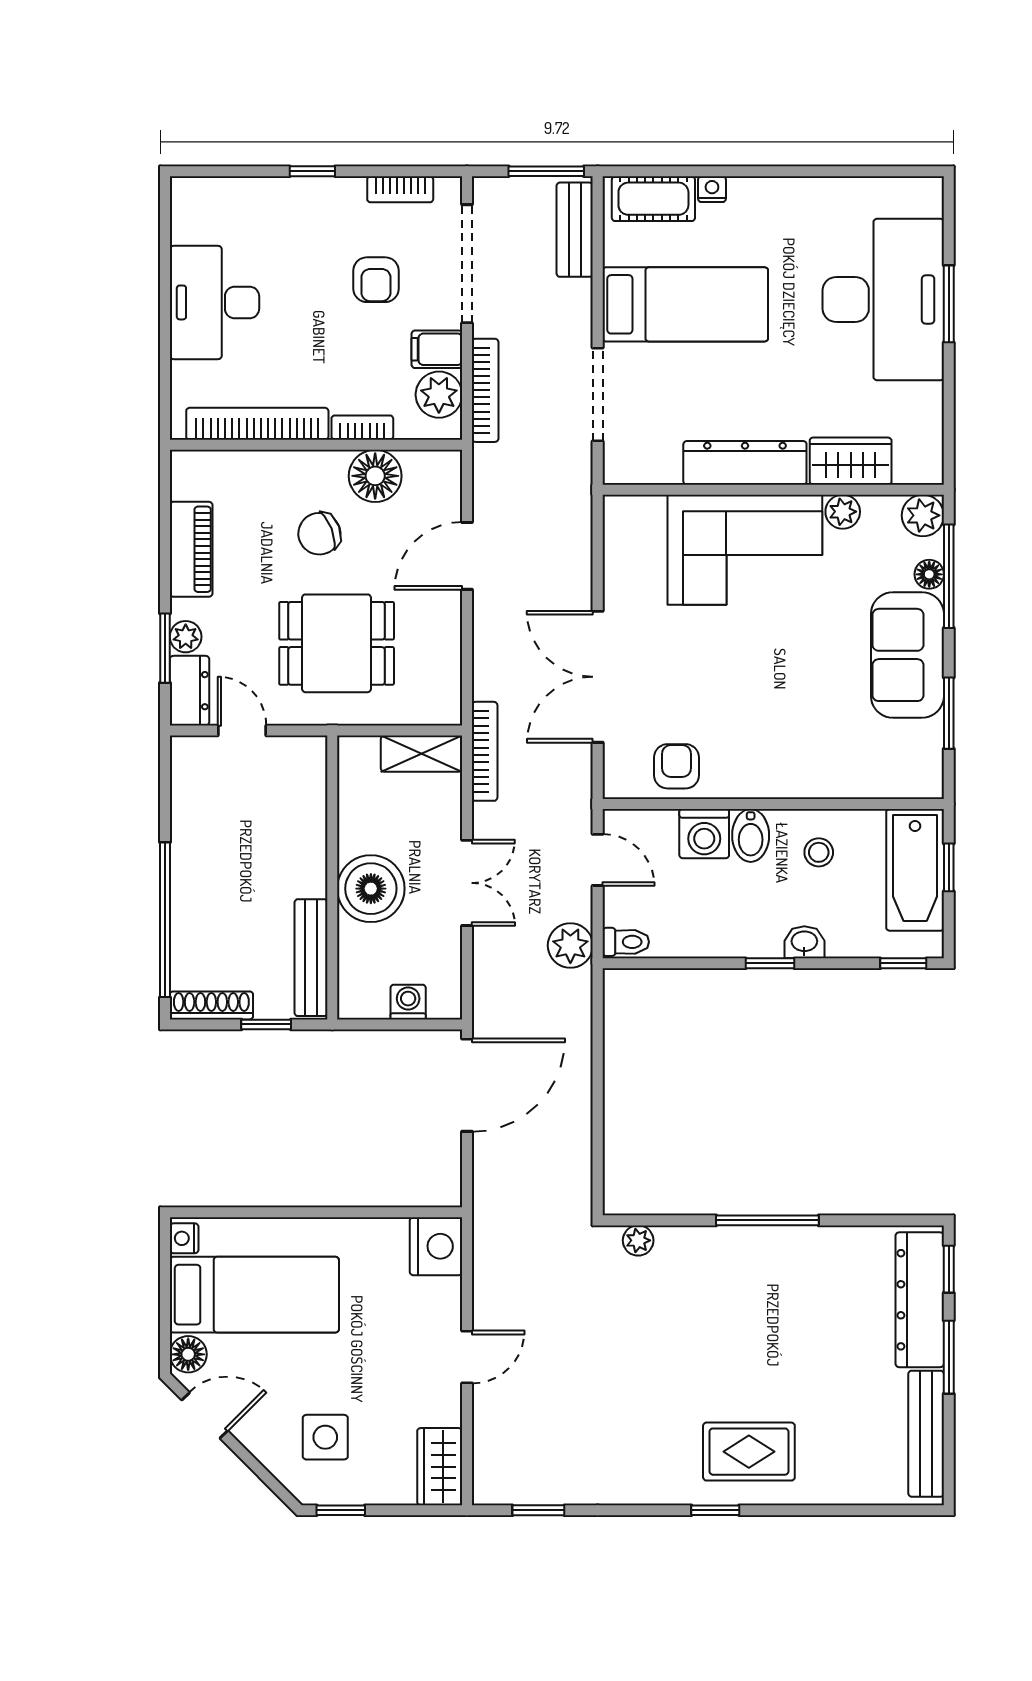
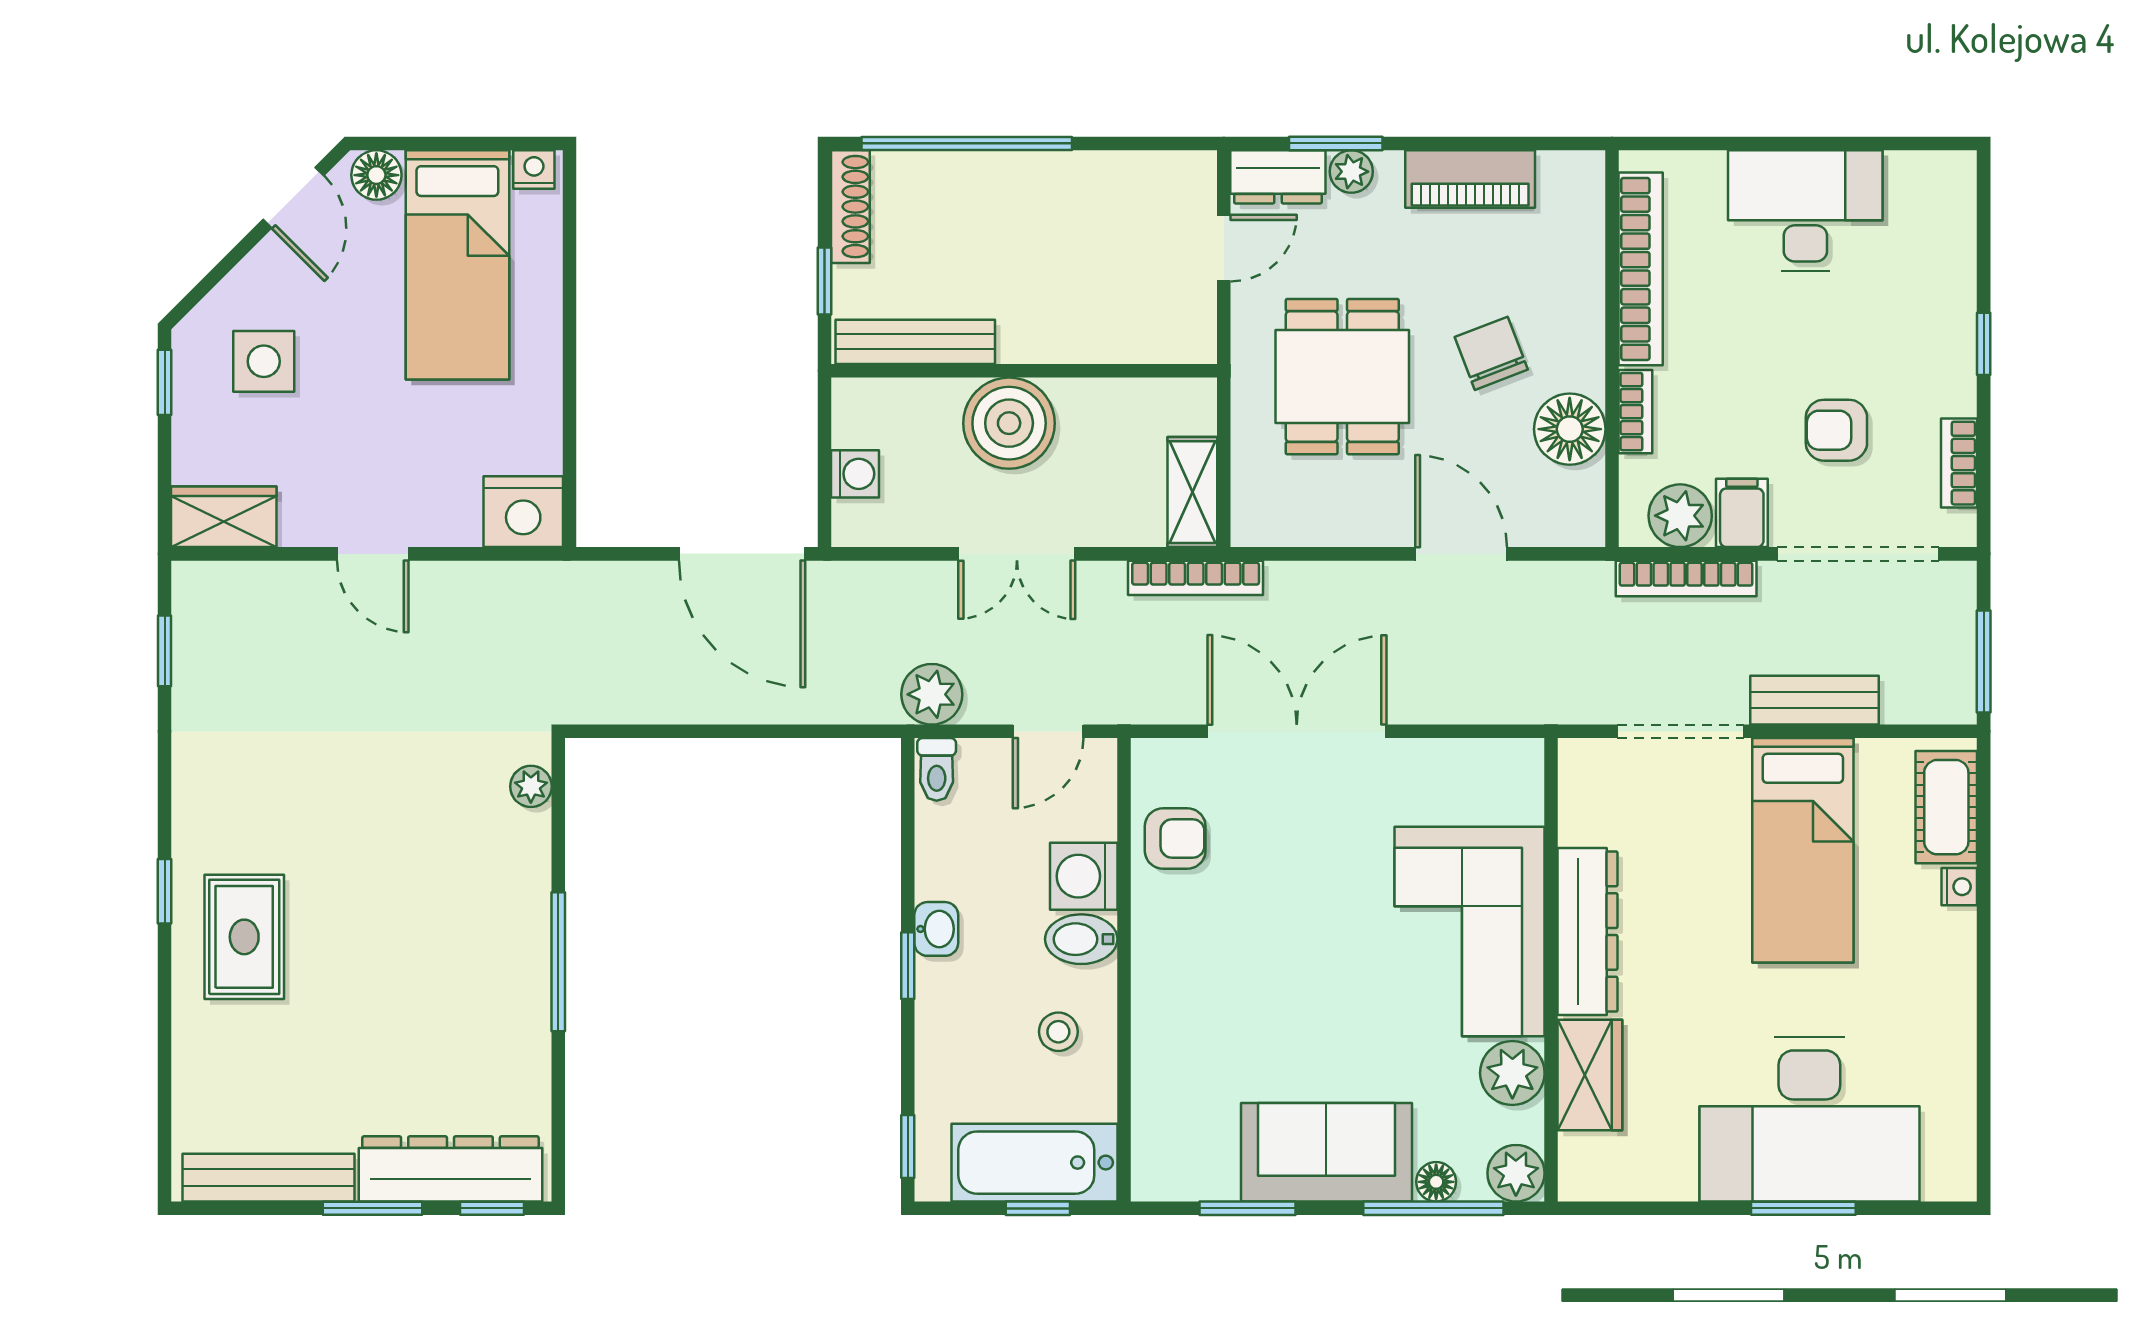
bench: (575, 230) -> (1814, 700), moved
plant: (843, 512) -> (1512, 1073), width x1.38, depth x1.38
washbasin: (804, 942) -> (936, 929), moved

